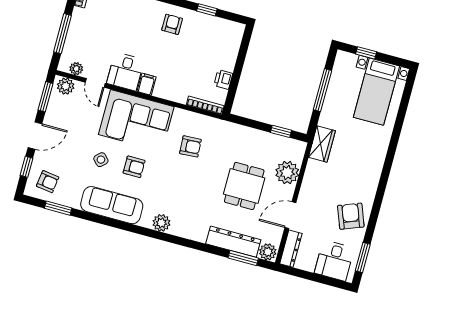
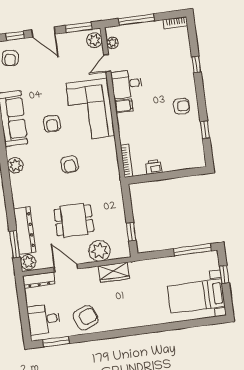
window: (323, 90) -> (193, 250), moved
wardrobe: (322, 144) -> (114, 272), moved
armchair: (190, 146) -> (70, 164), moved
side table: (101, 160) -> (46, 94), removed

